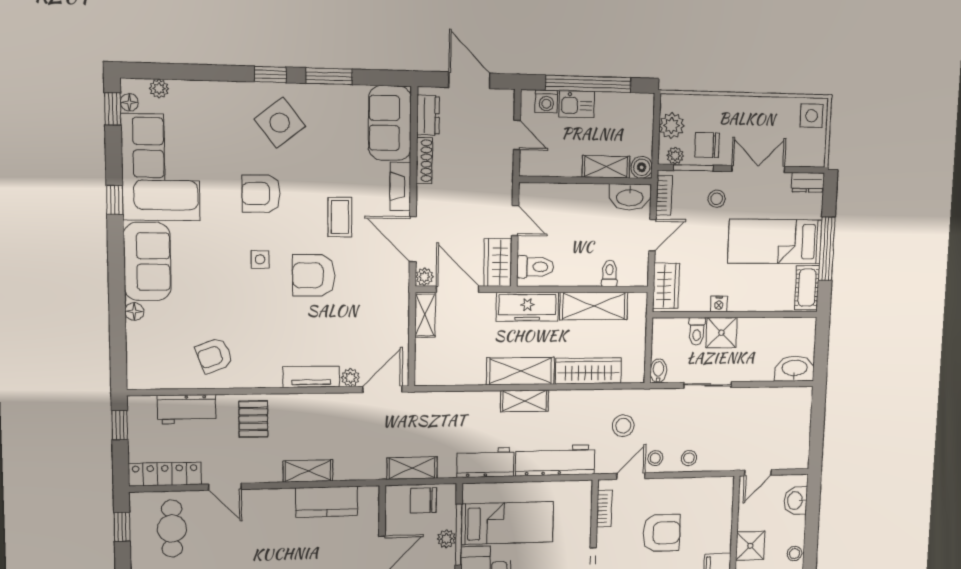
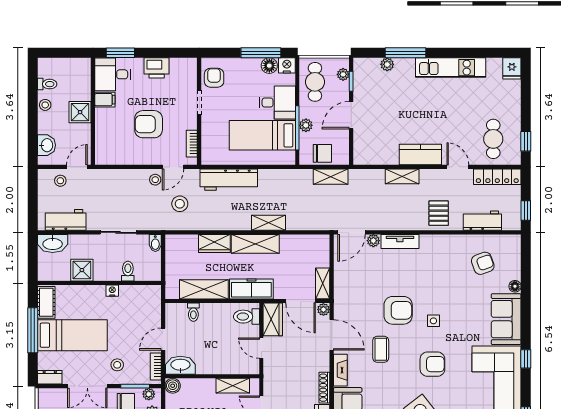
shelving: (606, 167) -> (233, 386), moved
wardrobe: (666, 286) -> (152, 303), removed
shower: (721, 333) -> (82, 270), moved
armchair: (214, 356) -> (483, 263), moved
wardrobe: (588, 371) -> (214, 243), width x0.67
shelving: (525, 401) -> (269, 223), moved
stool: (689, 458) -> (60, 181), moved
workbench: (485, 463) -> (66, 220), moved, turned 180
kitchen counter: (327, 502) -> (420, 154), moved

